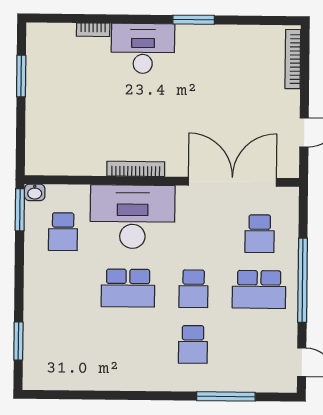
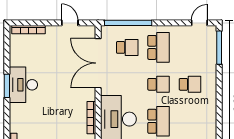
desk: (143, 48) -> (23, 85), moved
window: (303, 280) -> (128, 23), moved
window: (226, 396) -> (219, 48), moved

